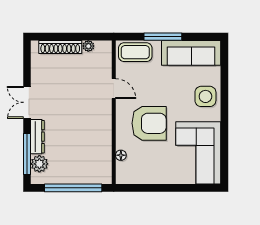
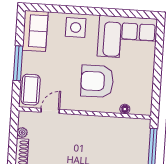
sofa: (191, 53) -> (35, 31), width x0.73
door: (114, 89) -> (50, 111), moved
armchair: (149, 123) -> (97, 81), turned -91

